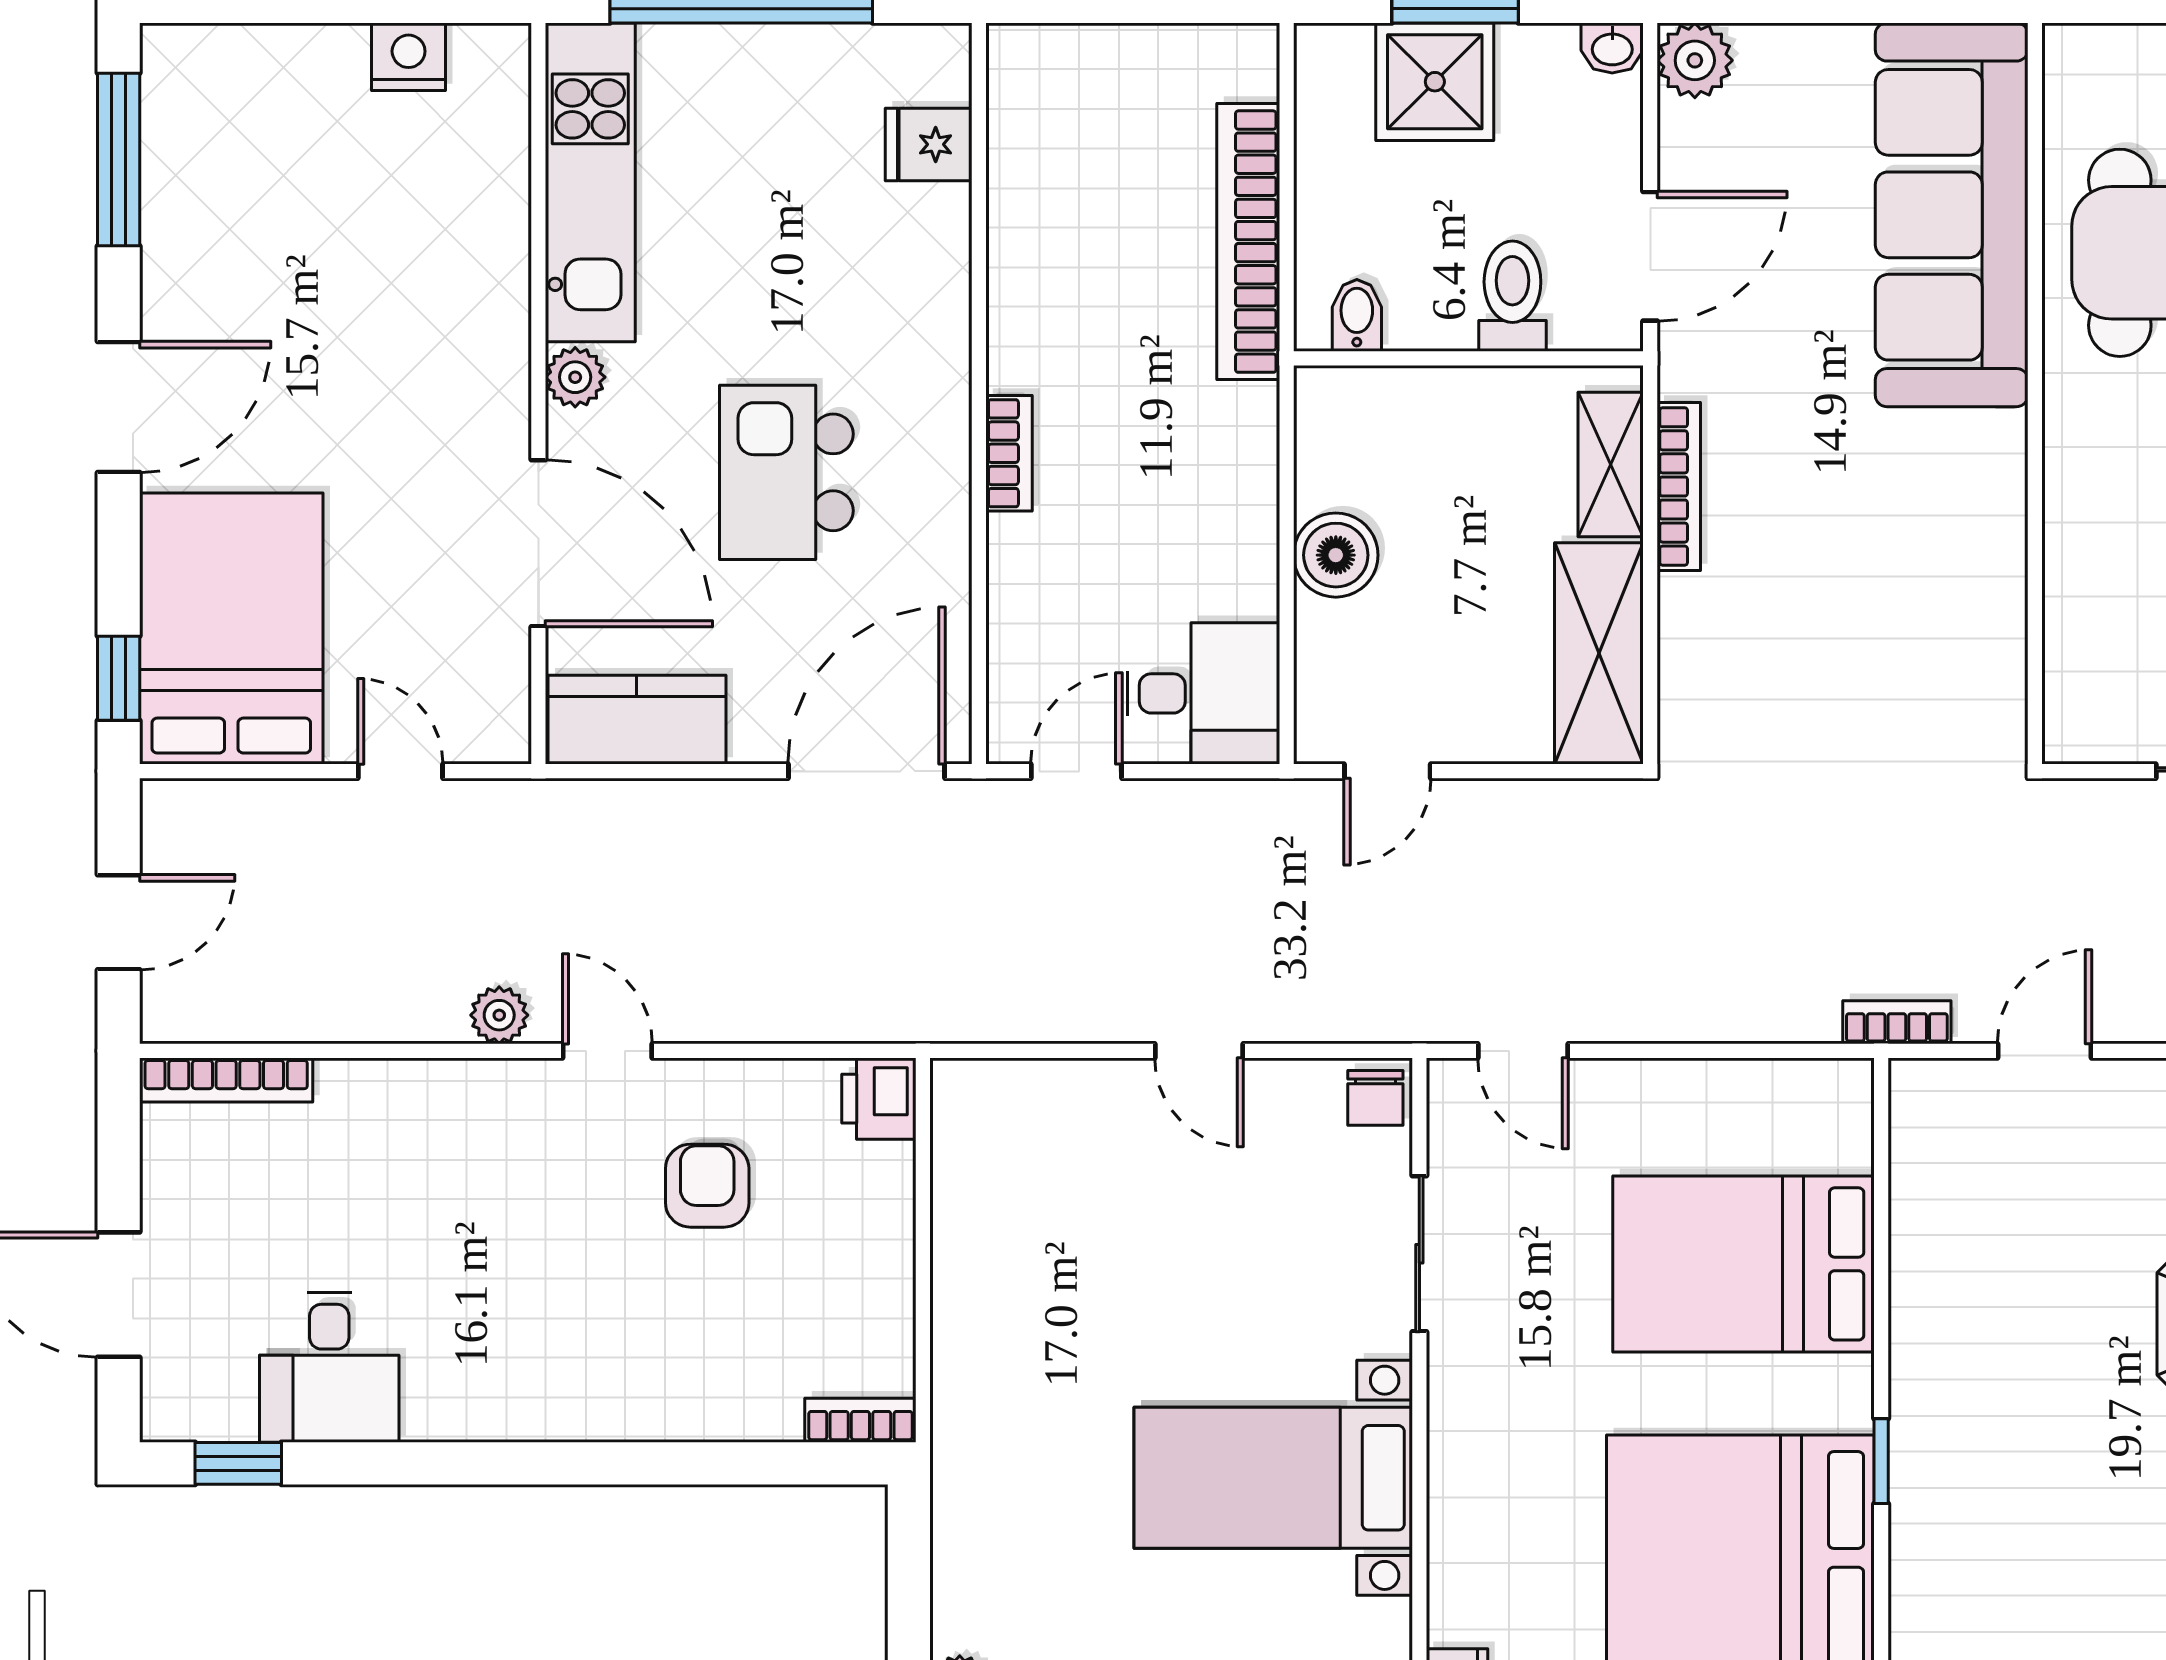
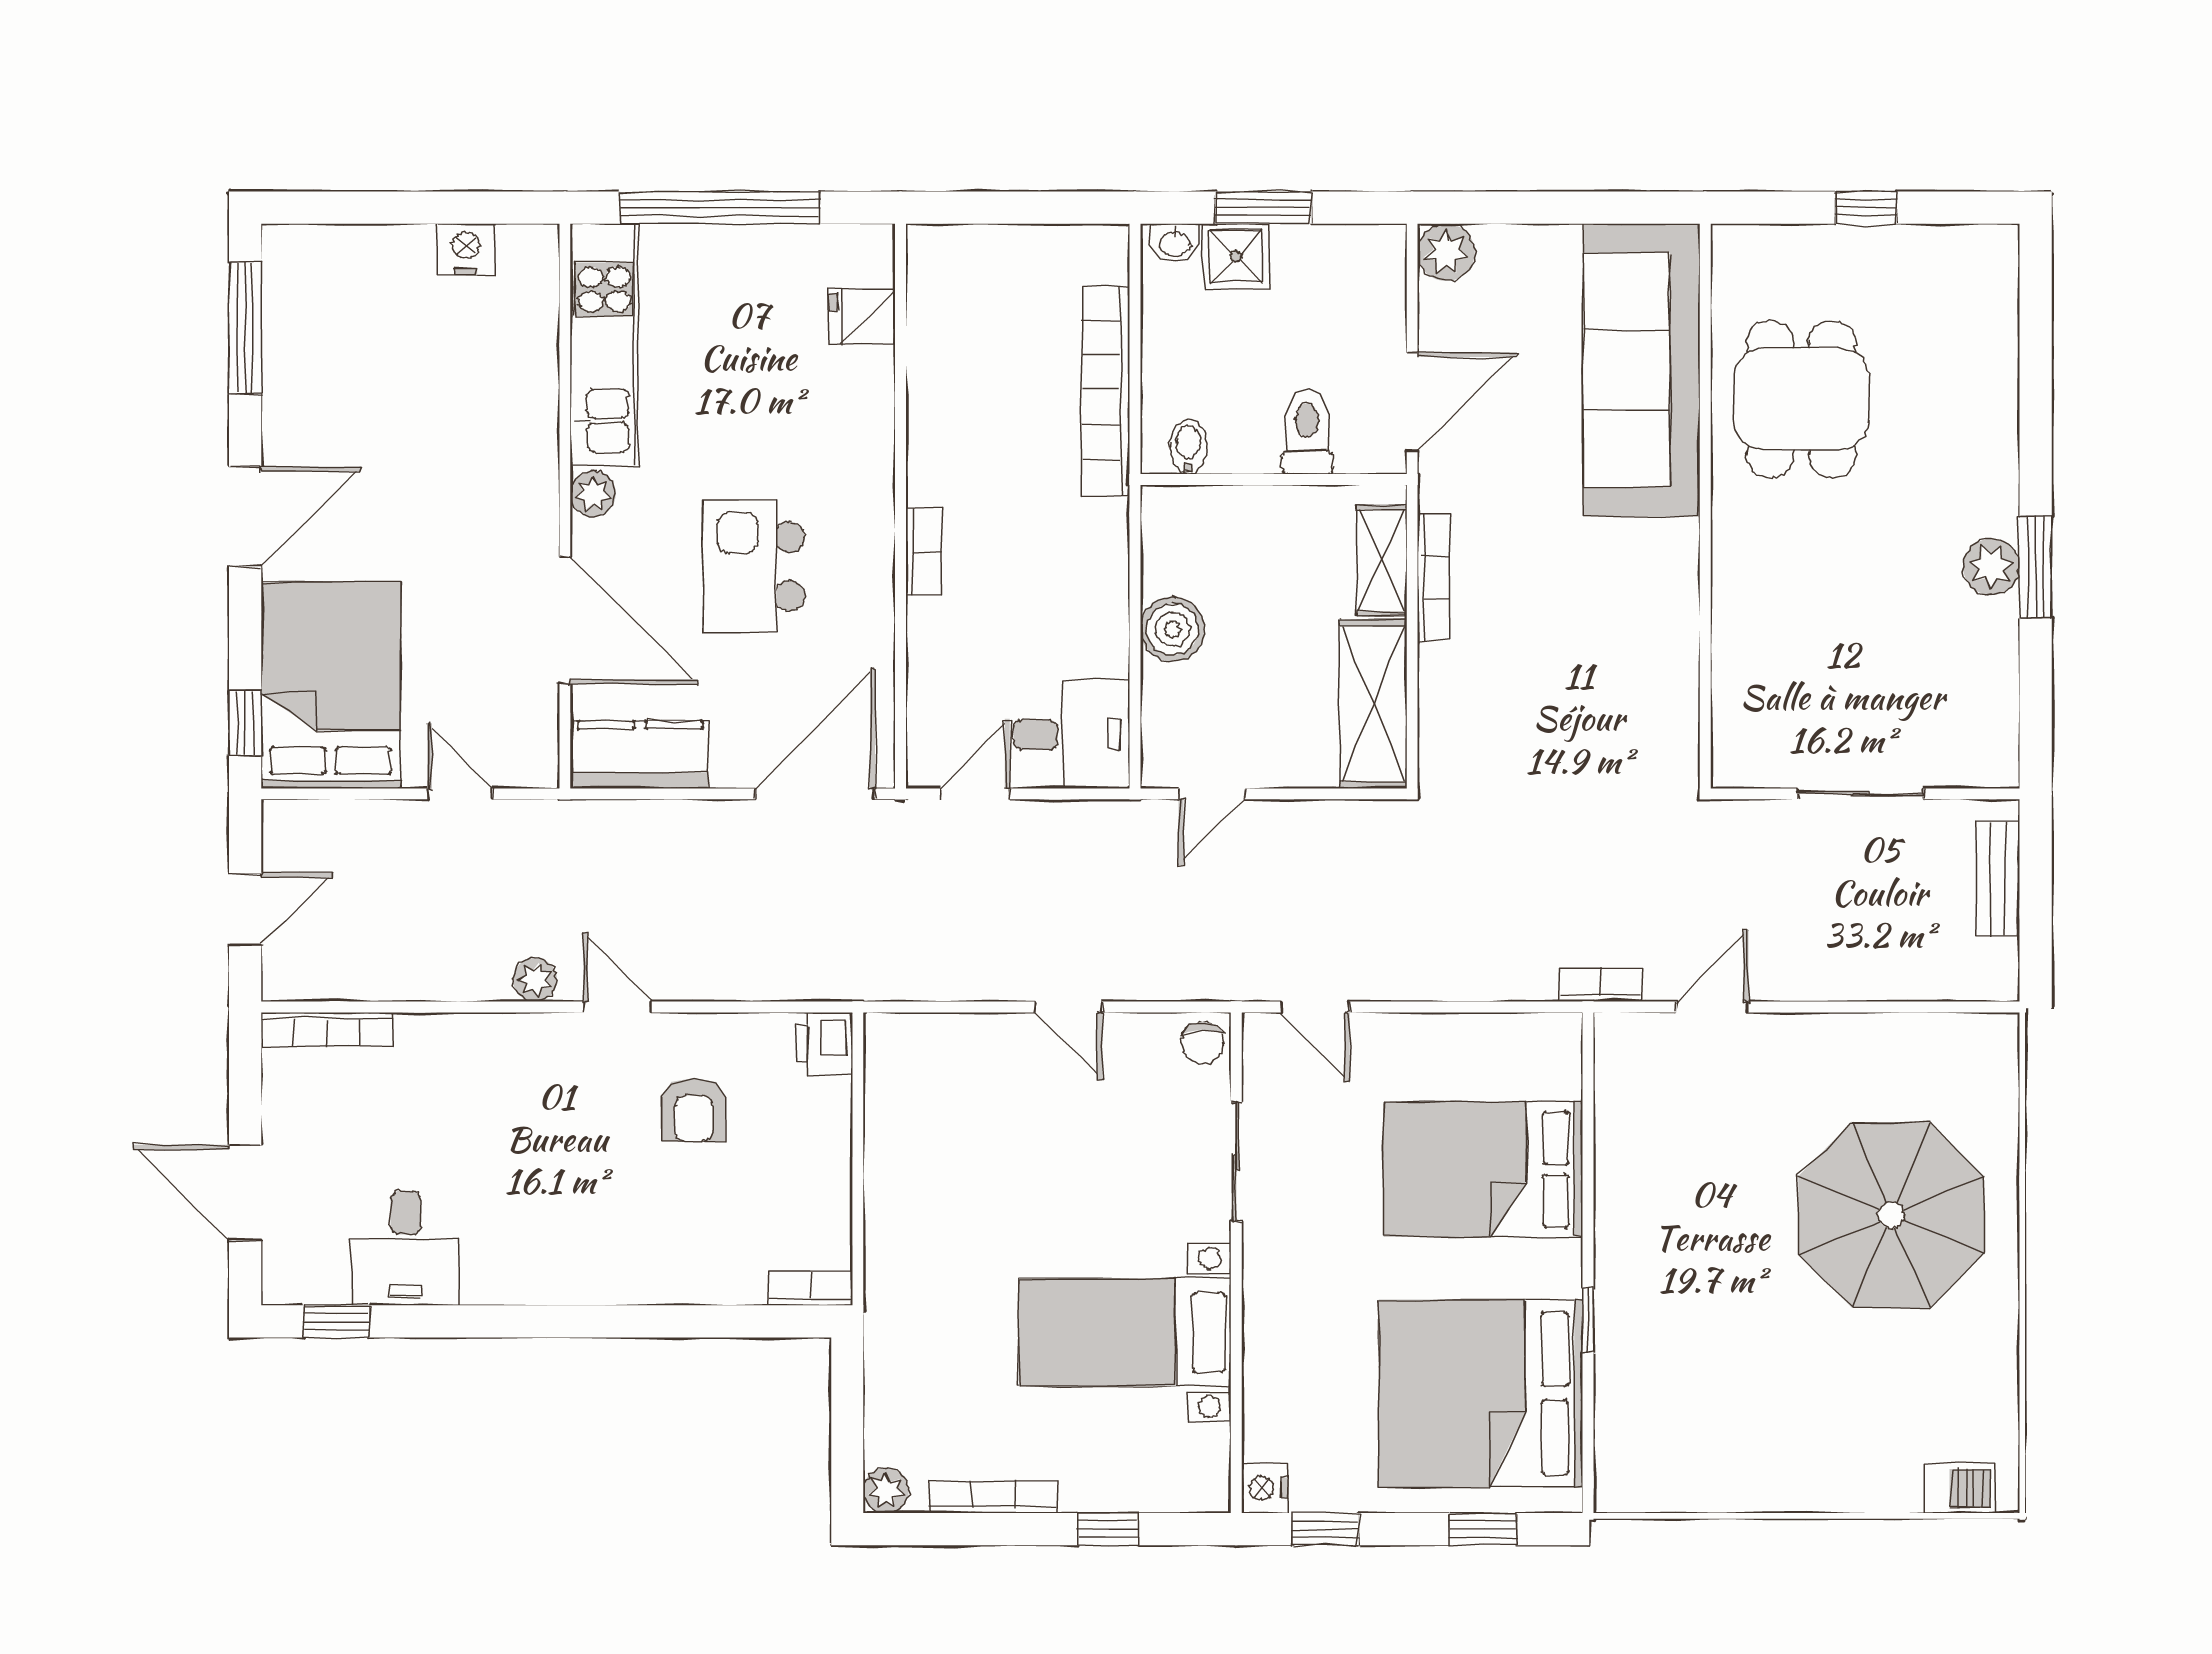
washbasin: (1612, 48) -> (1175, 243), moved
shower: (1435, 82) -> (1236, 257), width x0.73, depth x0.73
armchair: (707, 1186) -> (694, 1110), turned 180

